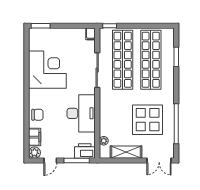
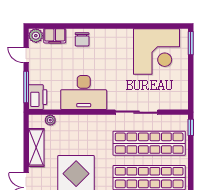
filing cabinet: (91, 34) -> (181, 104), removed
corner desk: (47, 70) -> (156, 51), moved

